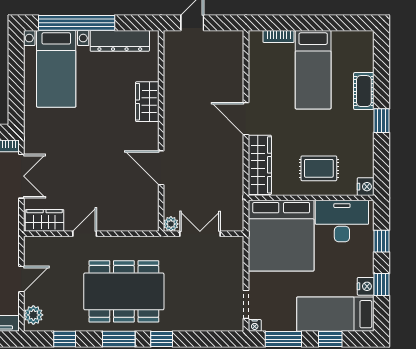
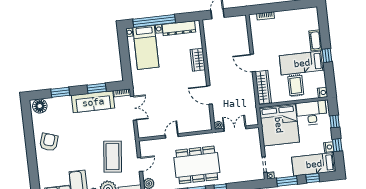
bed: (313, 70) -> (302, 63), moved, turned 90
rug: (319, 168) -> (296, 85), turned 90
wardrobe: (45, 220) -> (149, 131), removed

